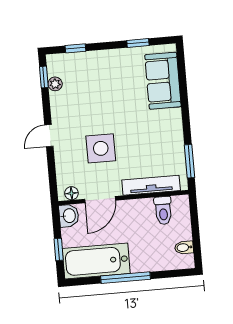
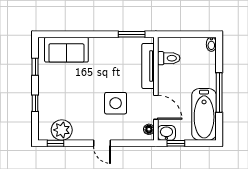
window: (75, 48) -> (35, 103), moved
plant: (55, 84) -> (62, 130), width x1.87, depth x1.87
bidet: (184, 247) -> (211, 44), moved
window: (59, 249) -> (176, 143), moved

